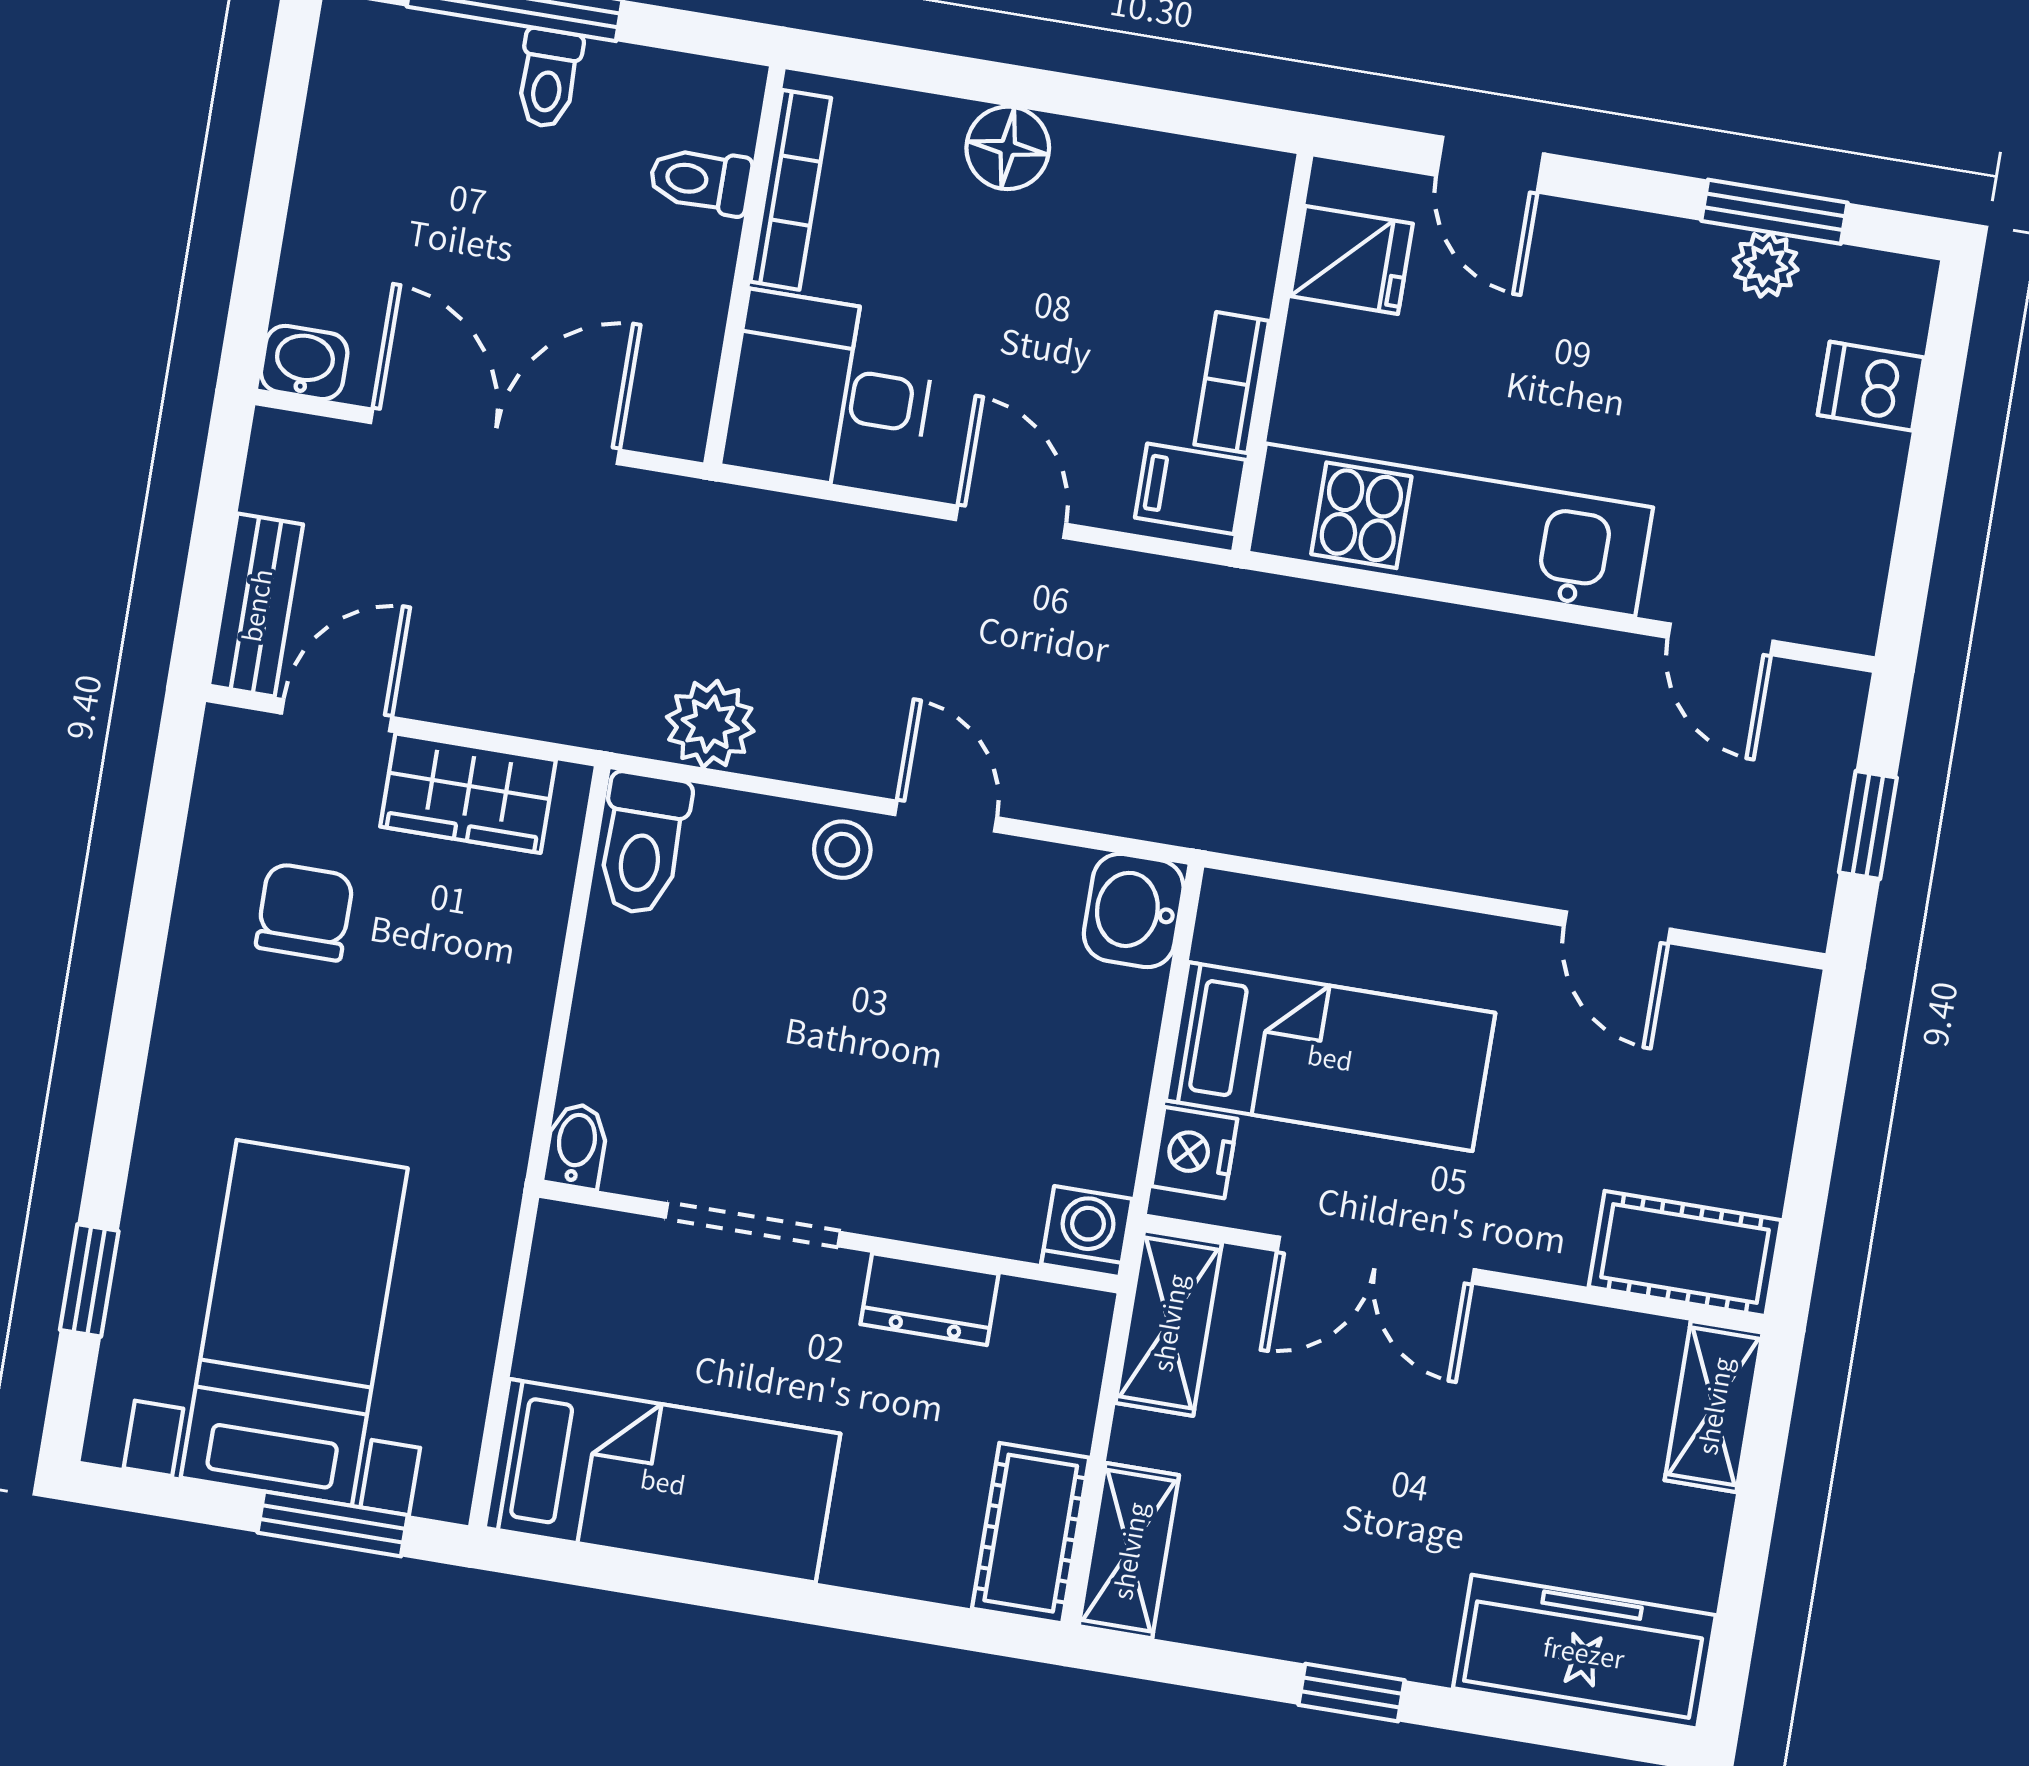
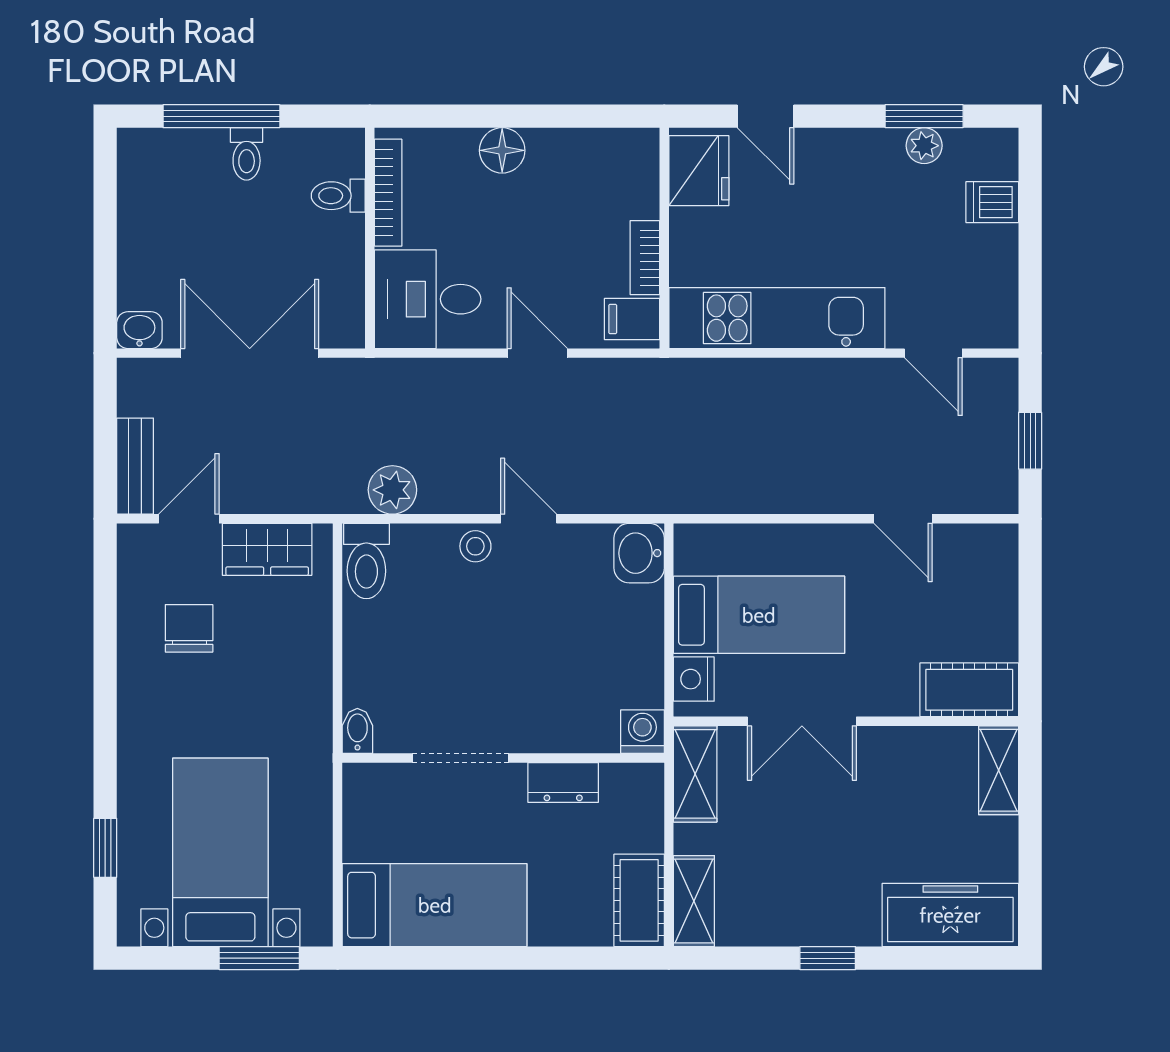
fridge: (1352, 260) -> (699, 171), width x1.38

